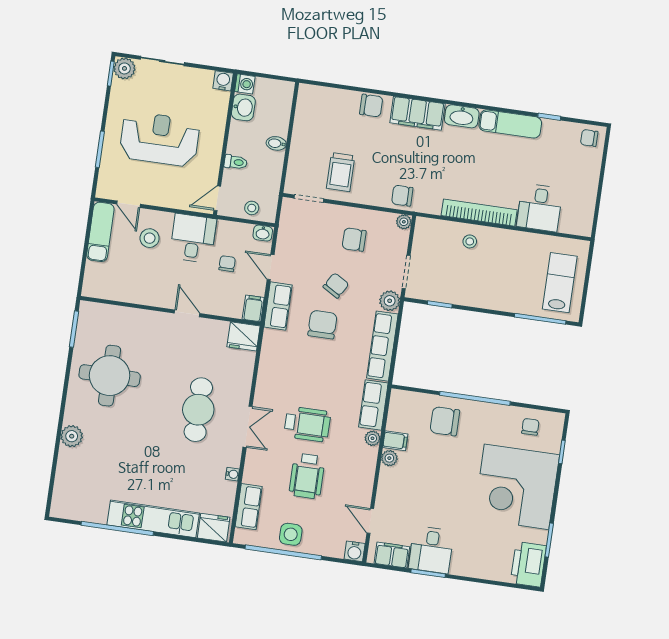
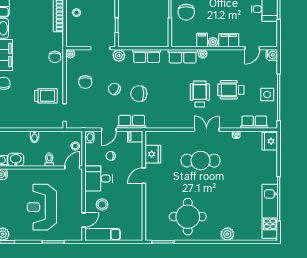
door: (217, 198) -> (72, 167), swing flipped
fridge: (244, 336) -> (153, 154), moved
row of seats: (382, 346) -> (147, 56), width x0.68
wheelchair: (307, 476) -> (231, 90), turned 180
kitchen unit: (153, 519) -> (270, 211), moved
filing cabinet: (392, 555) -> (229, 40), moved, turned 90

